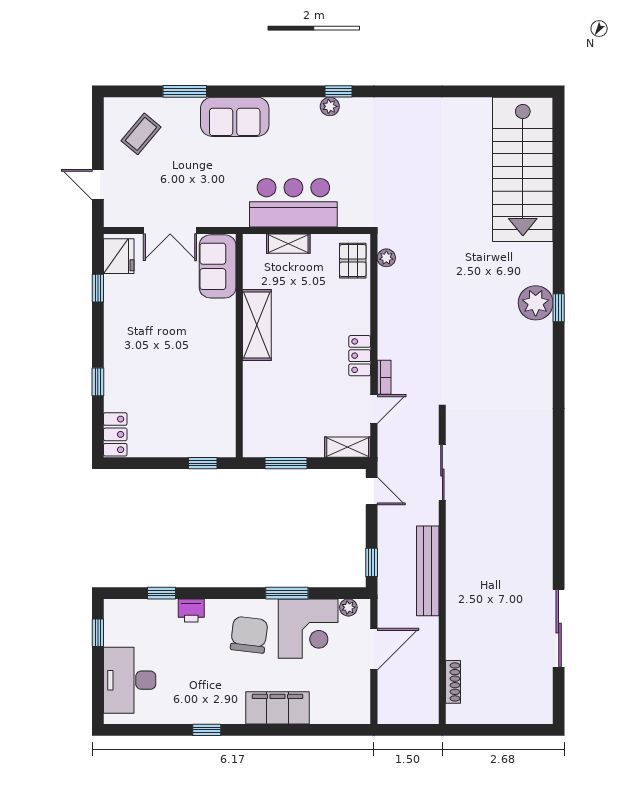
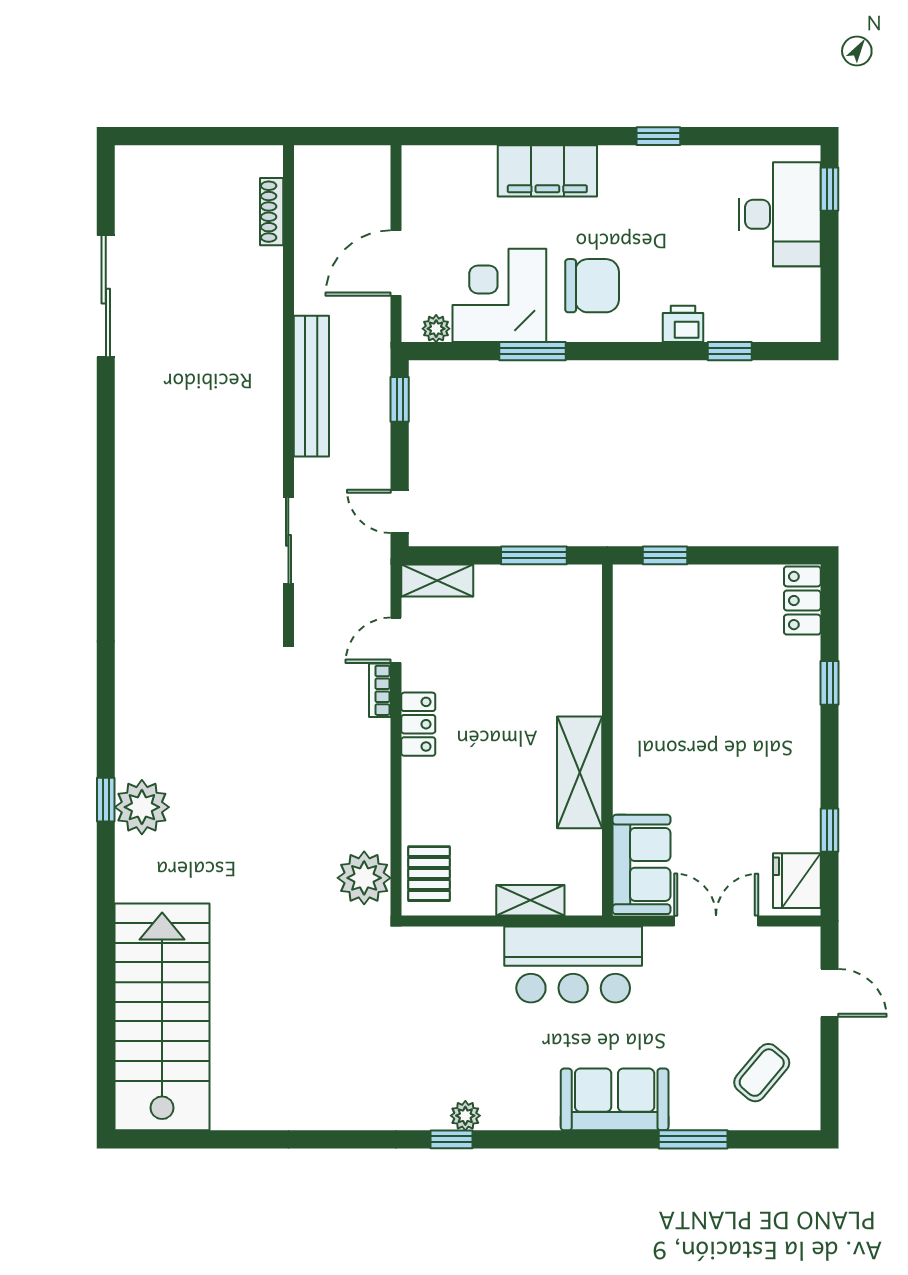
bar counter: (293, 203) -> (573, 964), moved
plant: (386, 258) -> (364, 878), width x1.88, depth x1.88
window: (98, 633) -> (830, 189), moved
chair: (249, 635) -> (592, 286), turned -97

